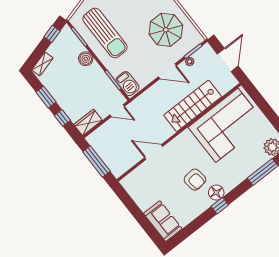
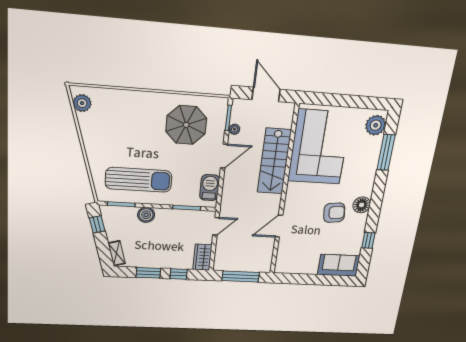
barbecue: (127, 84) -> (210, 188), moved, turned -90
window: (220, 206) -> (368, 240), moved

